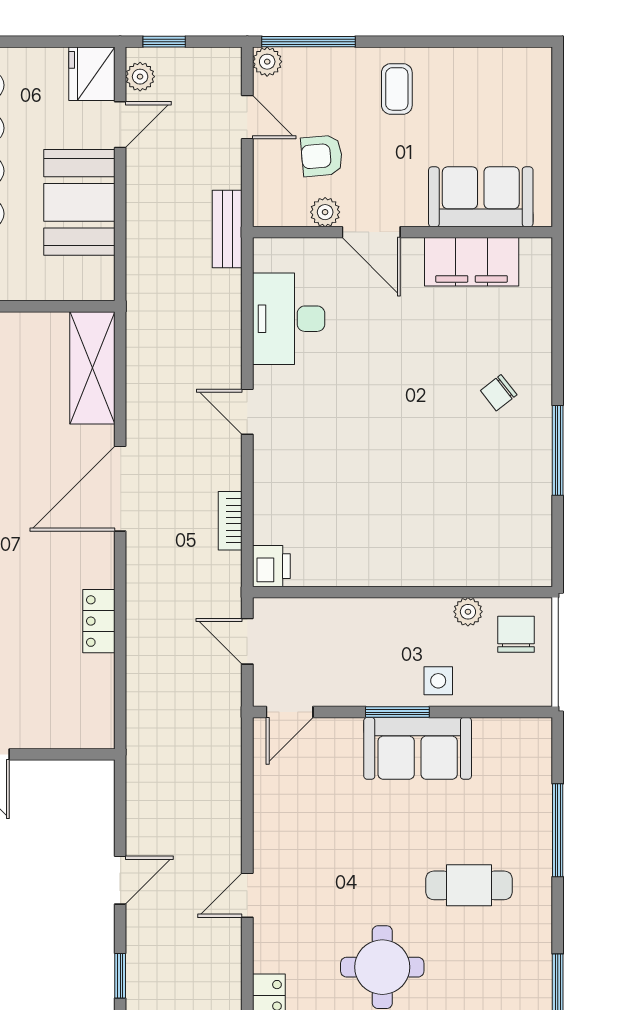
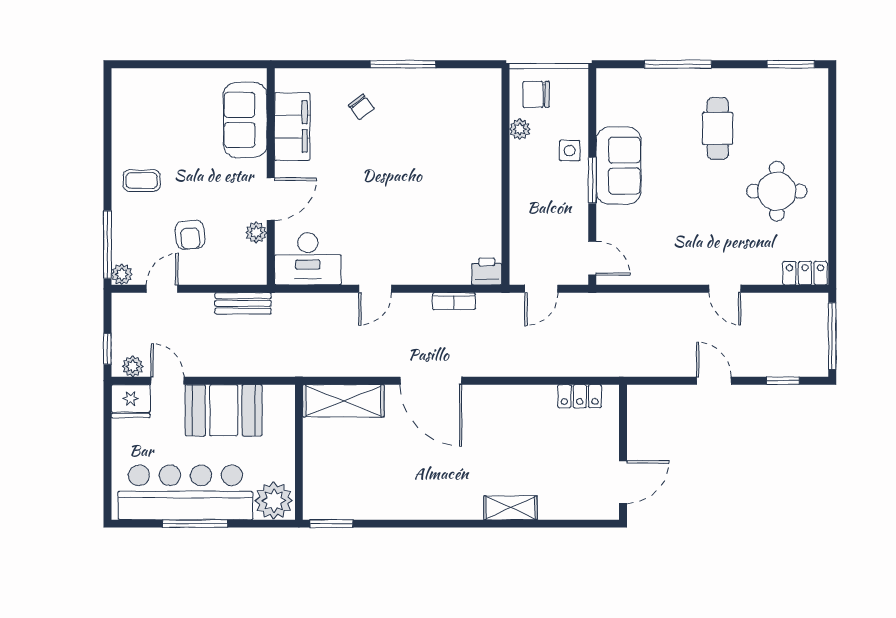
sofa: (481, 197) -> (245, 120), moved
plant: (325, 212) -> (256, 232), moved
door: (371, 232) -> (271, 199), moved
wall: (402, 232) -> (271, 177), moved
filing cabinet: (472, 262) -> (292, 127), moved
locker: (99, 621) -> (580, 396), moved

